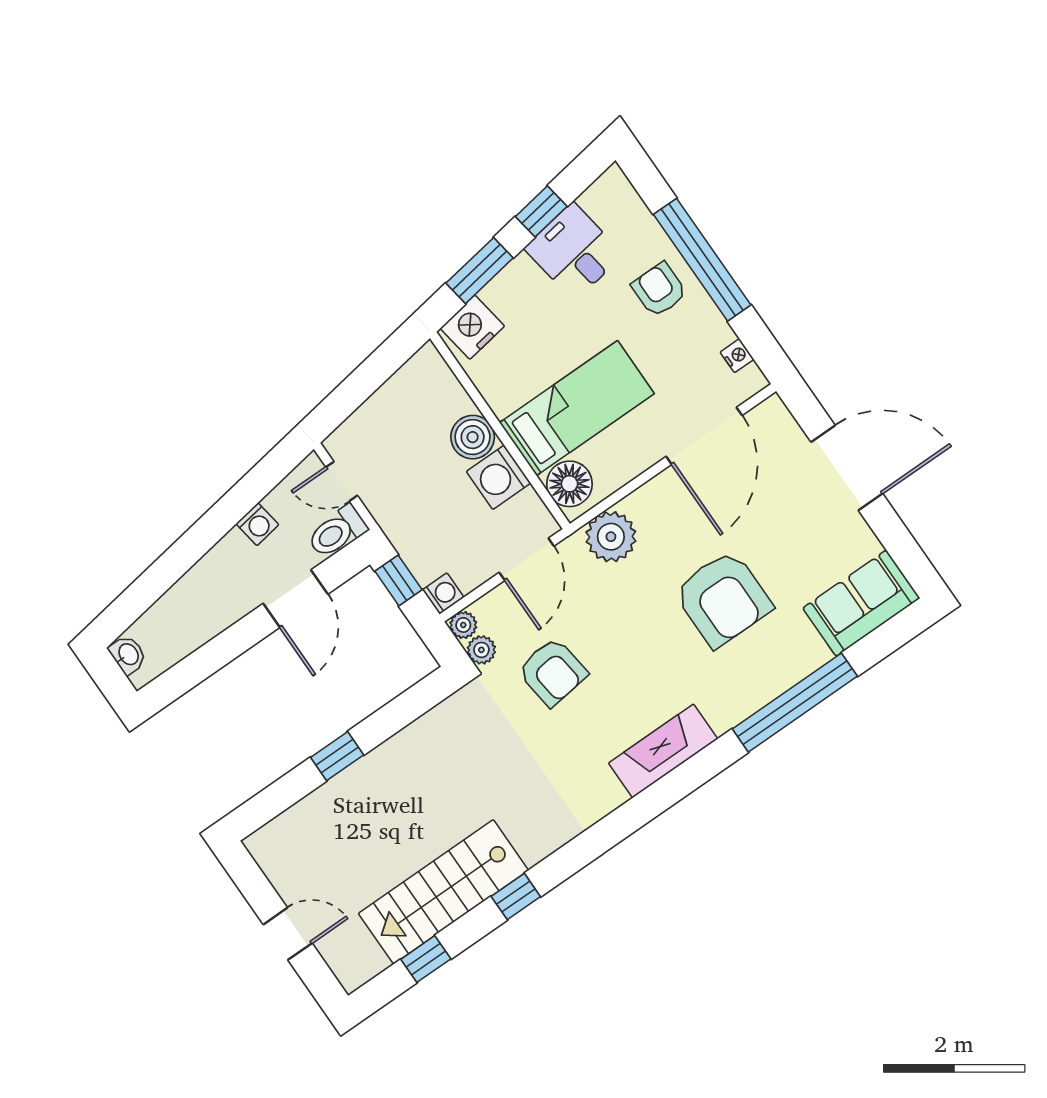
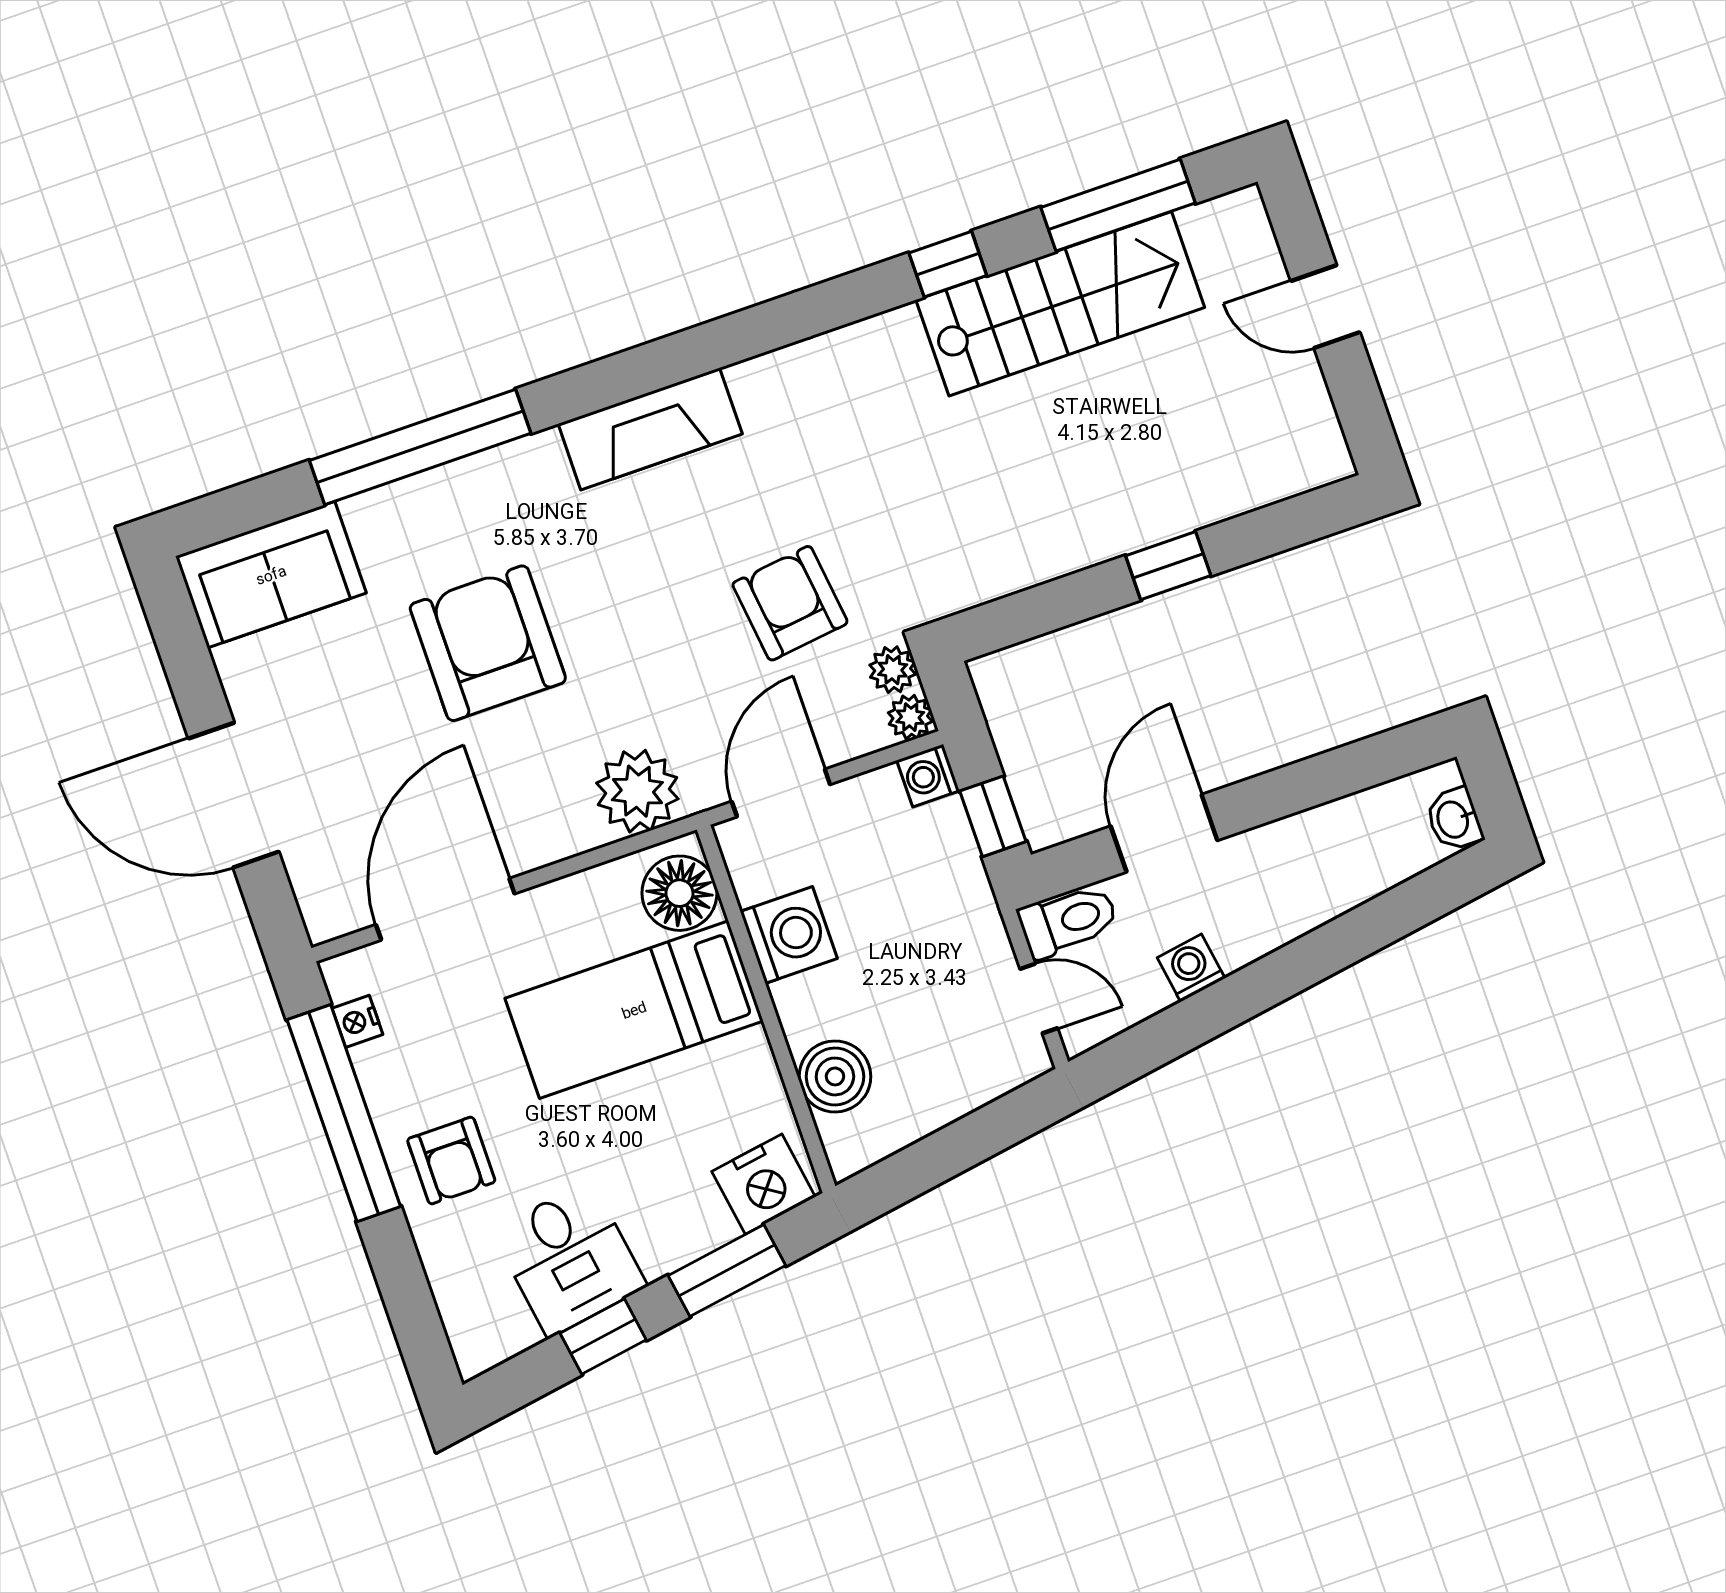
window: (702, 260) -> (344, 1113), moved
boiler: (473, 437) -> (835, 1076), moved
window: (426, 959) -> (1118, 205), width x2.17

